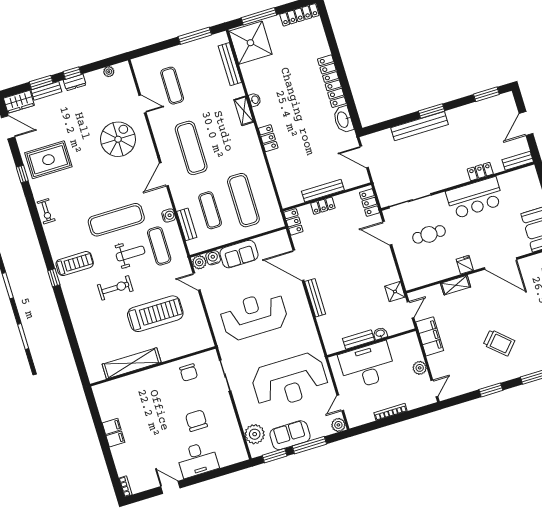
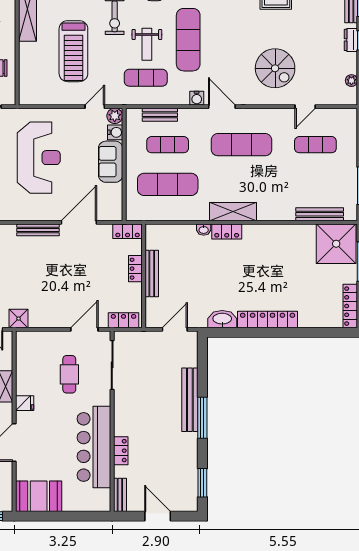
washbasin: (255, 100) -> (204, 230), moved
shelving: (244, 111) -> (233, 212), moved, width x1.50, depth x1.33
window: (431, 111) -> (202, 418), width x1.44
bar counter: (475, 198) -> (94, 447), width x1.36
water cooler: (169, 215) -> (197, 98), moved

